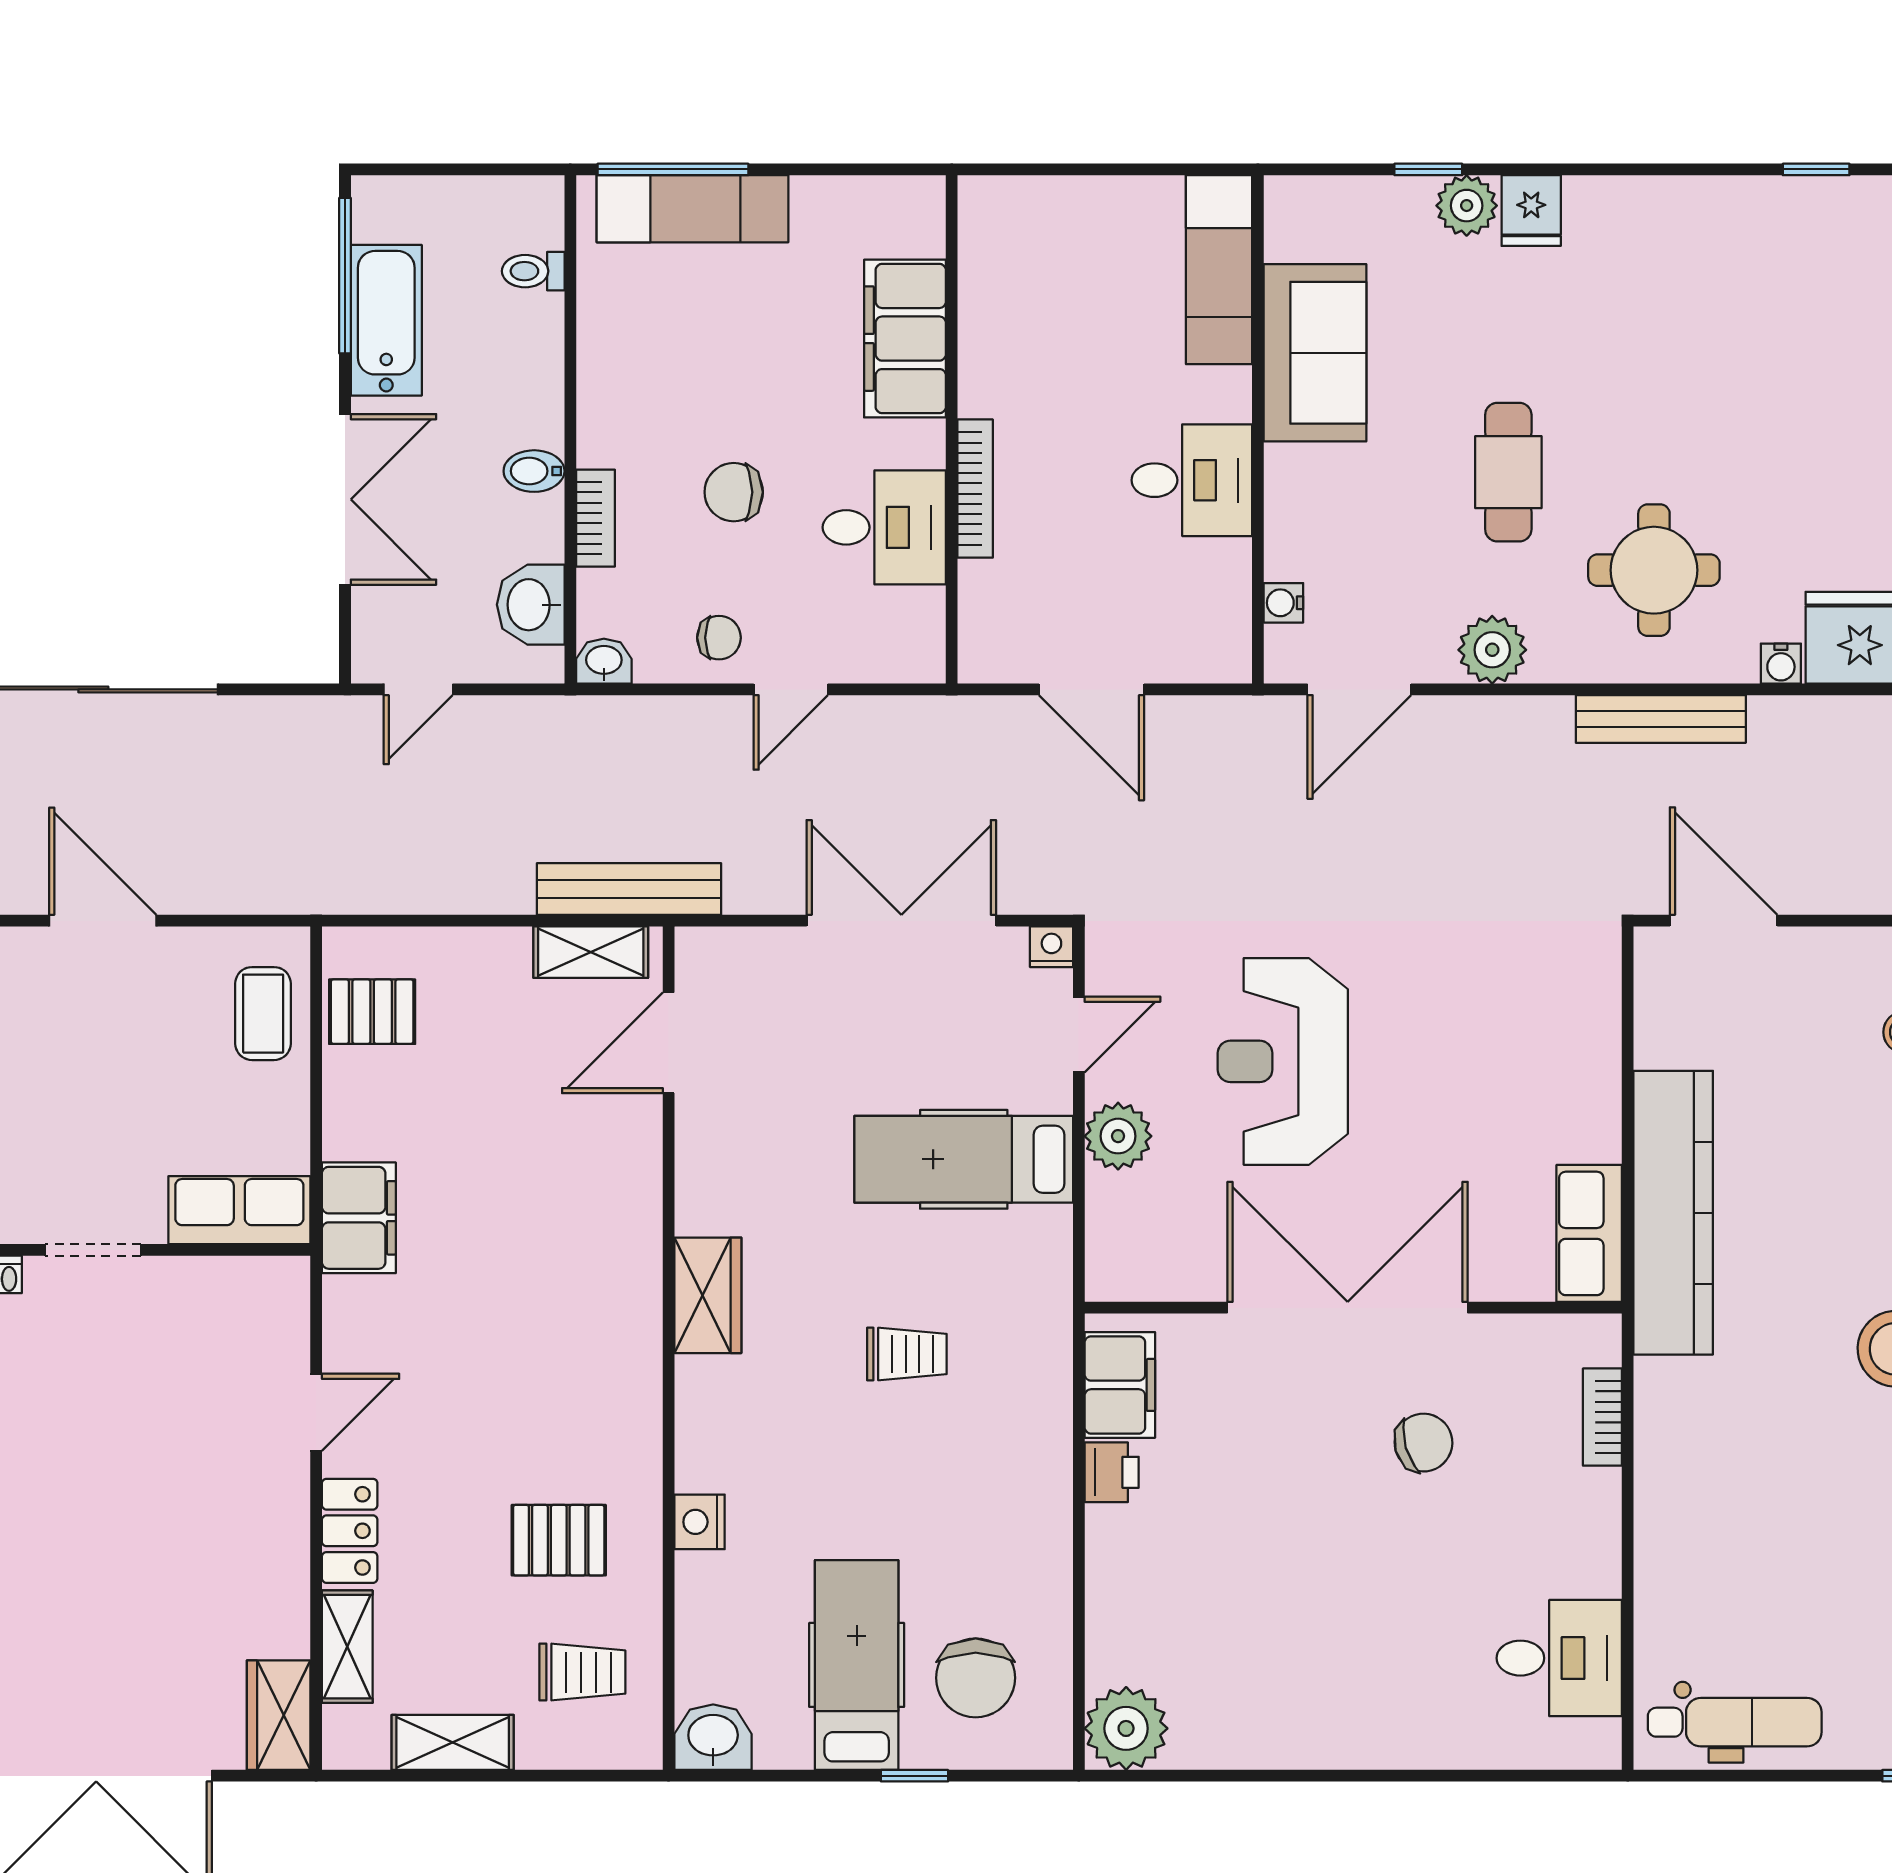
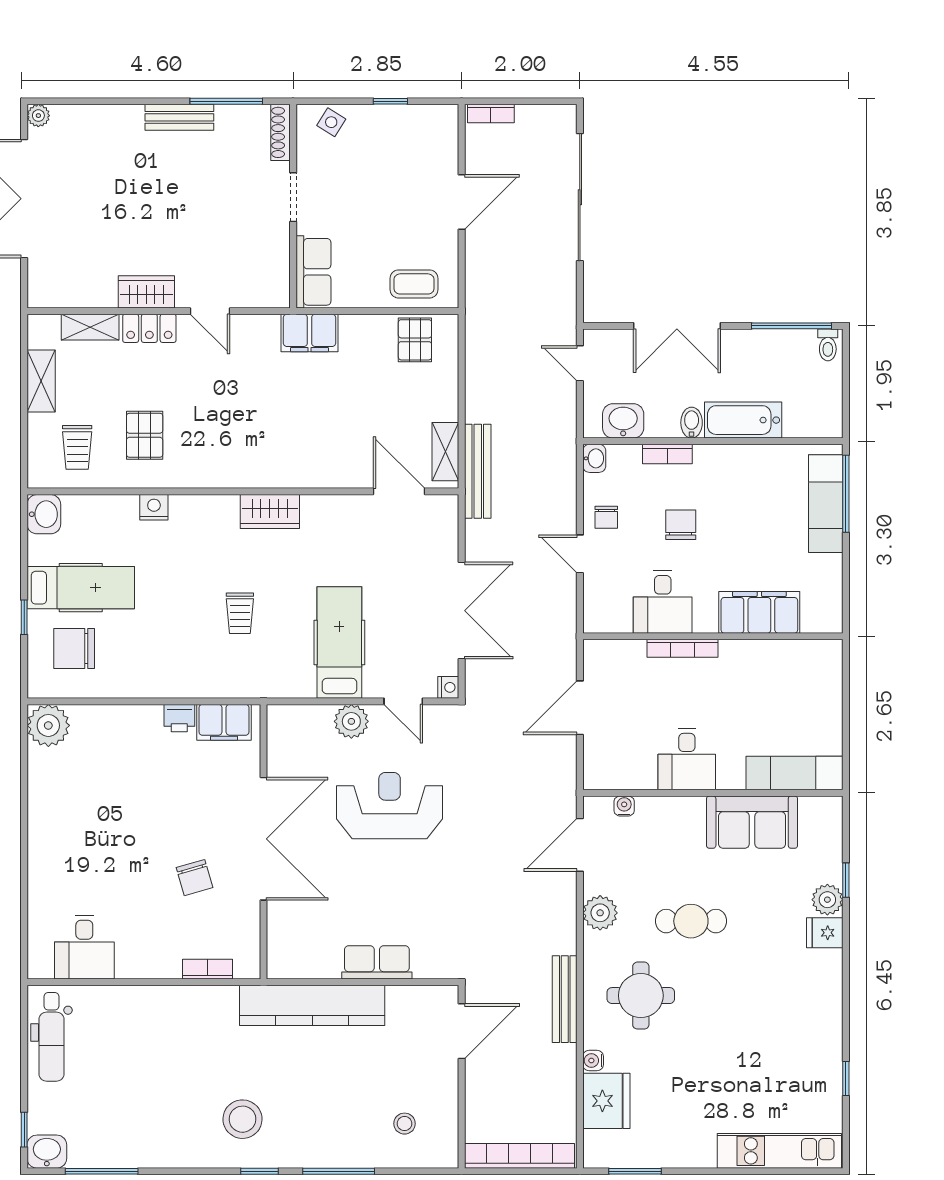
toilet: (533, 271) -> (828, 345), moved, turned 180
bathtub: (386, 320) -> (743, 420), moved, turned 180
door: (1359, 689) -> (580, 845), hinge flipped
row of seats: (1589, 1233) -> (377, 962), moved
wardrobe: (279, 1715) -> (146, 292), moved

